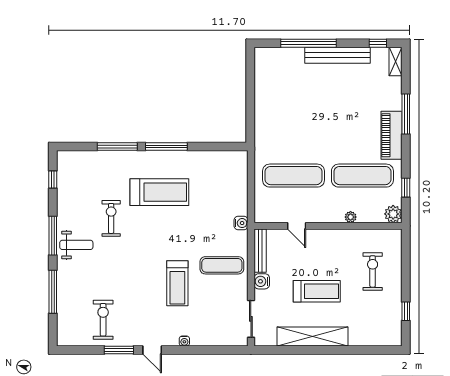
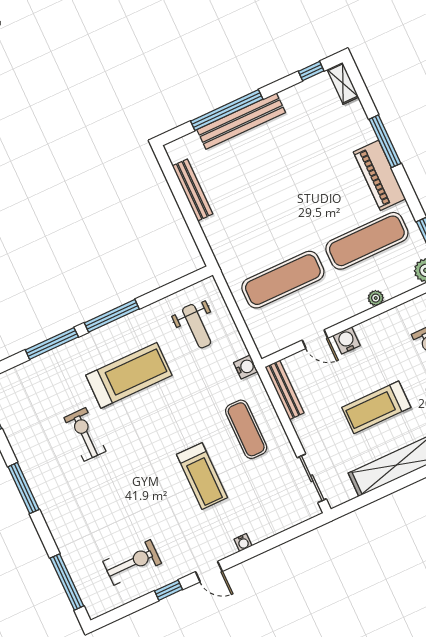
bench: (338, 55) -> (241, 121), moved
bench: (260, 87) -> (192, 190), added
weight bench: (76, 245) -> (197, 326), moved, turned 90
exercise mat: (222, 265) -> (246, 429), turned 90
water cooler: (262, 281) -> (347, 340), moved, turned 90
treadmill: (317, 291) -> (376, 407), turned 180
window: (53, 292) -> (67, 582), moved
exercise bike: (103, 320) -> (132, 562), turned 90
window: (119, 350) -> (168, 590), width x0.67

